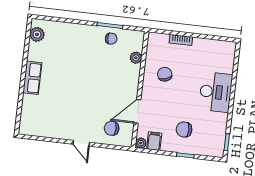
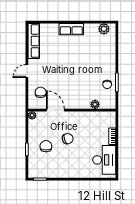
chair: (165, 74) -> (68, 139), moved
desk: (216, 92) -> (104, 160), moved, turned -90
row of seats: (42, 129) -> (34, 41), added
filing cabinet: (154, 141) -> (35, 125), removed

